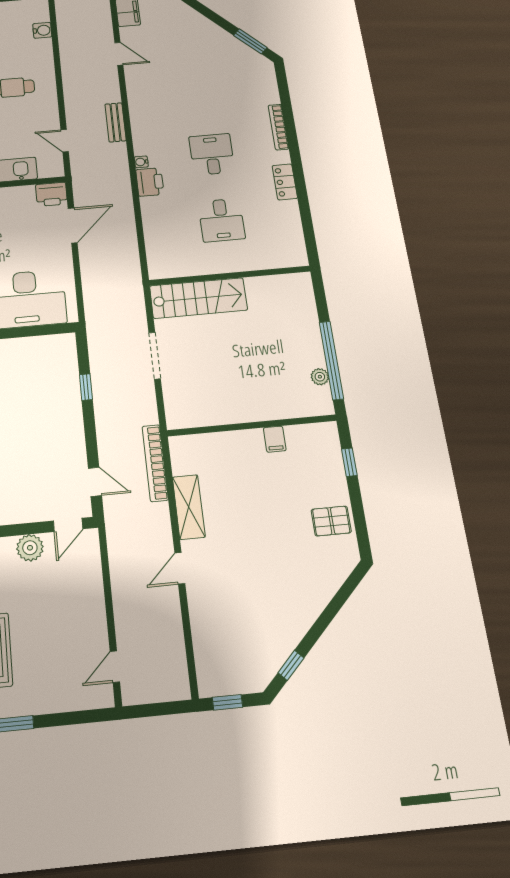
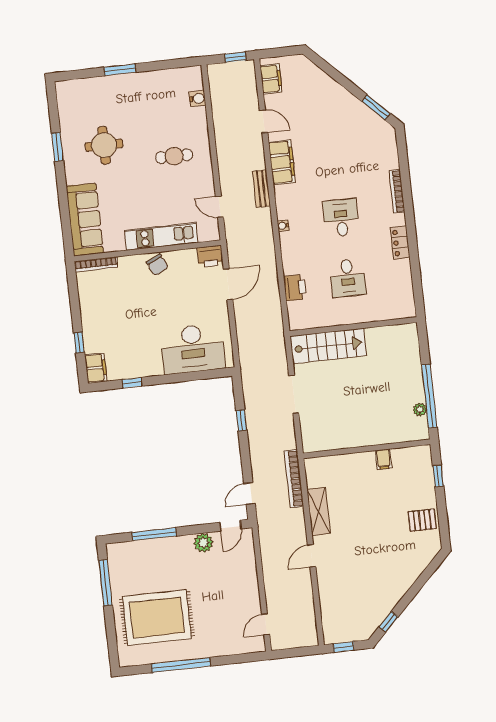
filing cabinet: (140, 95) -> (282, 162), added
printer: (150, 182) -> (295, 288), moved
door: (95, 482) -> (250, 494), swing flipped

